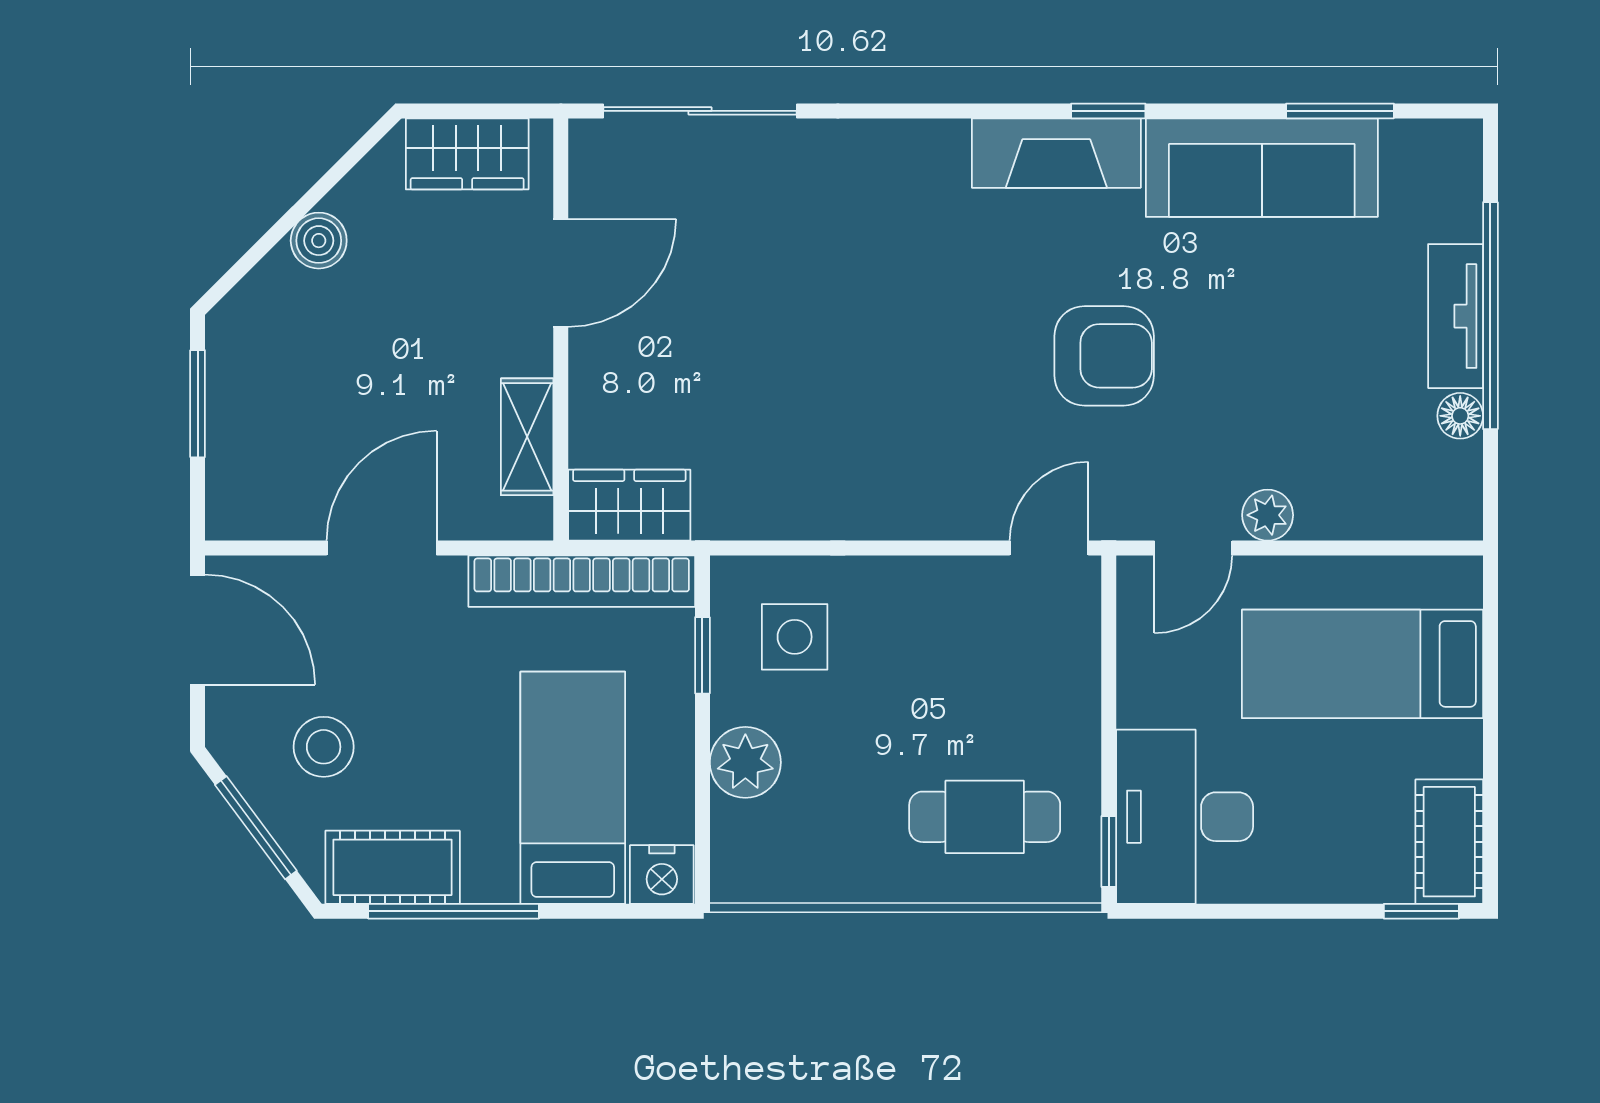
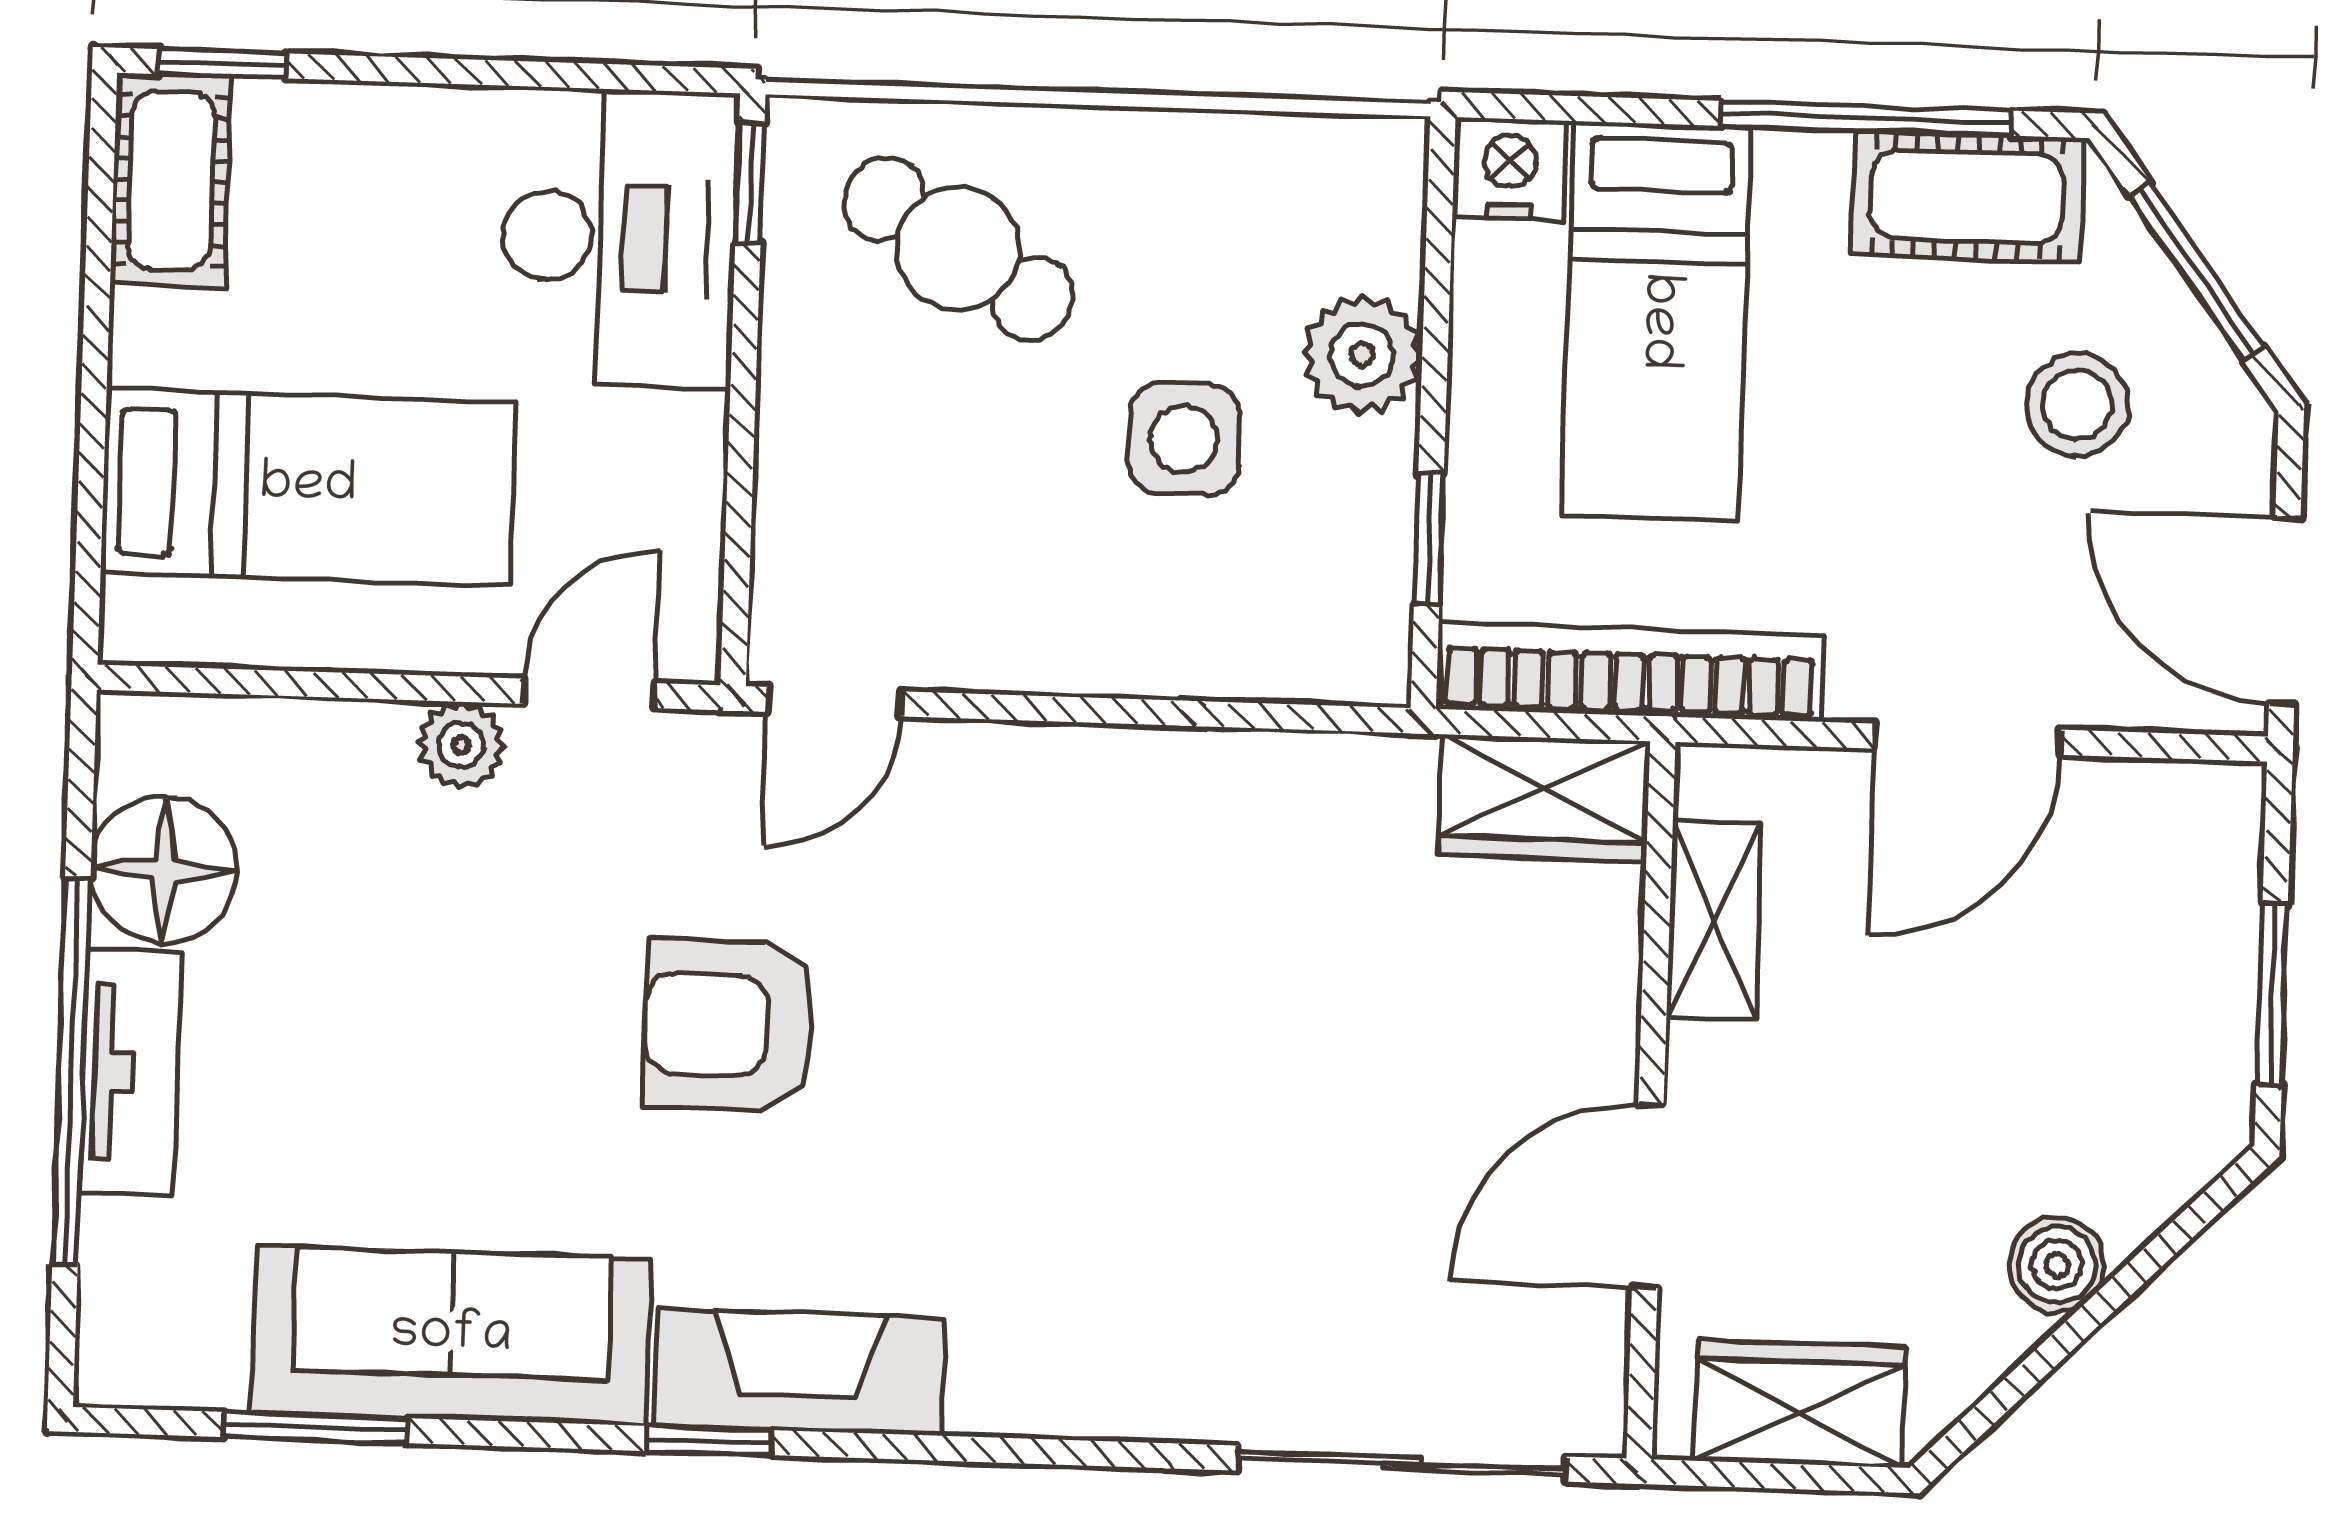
floor lamp: (1460, 416) -> (164, 870), width x1.89, depth x1.89
side table: (795, 637) -> (1184, 439), moved
cafe table: (985, 817) -> (958, 249), turned 32

